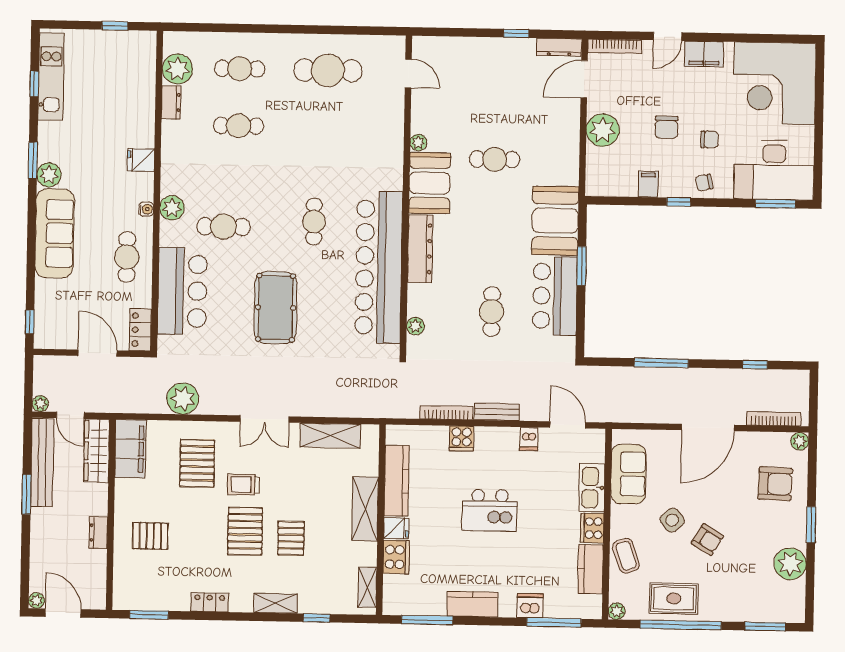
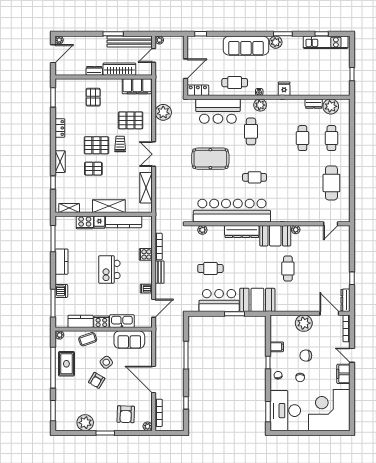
wardrobe: (97, 451) -> (119, 69), moved

